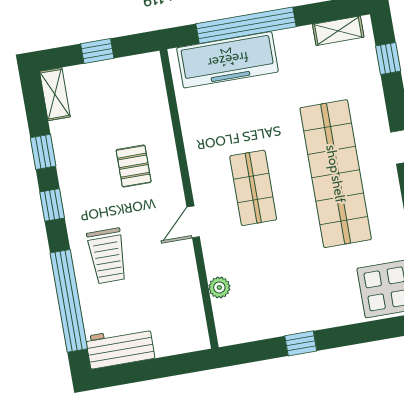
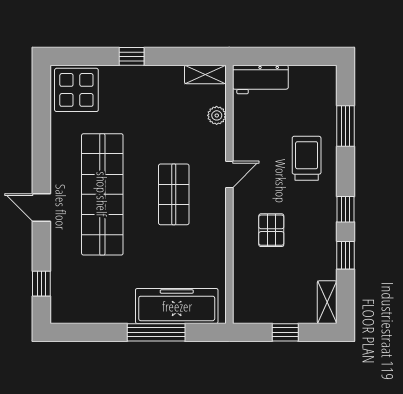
window: (246, 25) -> (156, 332), width x0.68
shelving: (338, 31) -> (205, 74), moved
window: (69, 301) -> (345, 126), width x0.47
window: (301, 343) -> (132, 56), moved
workbench: (120, 347) -> (260, 79), moved

